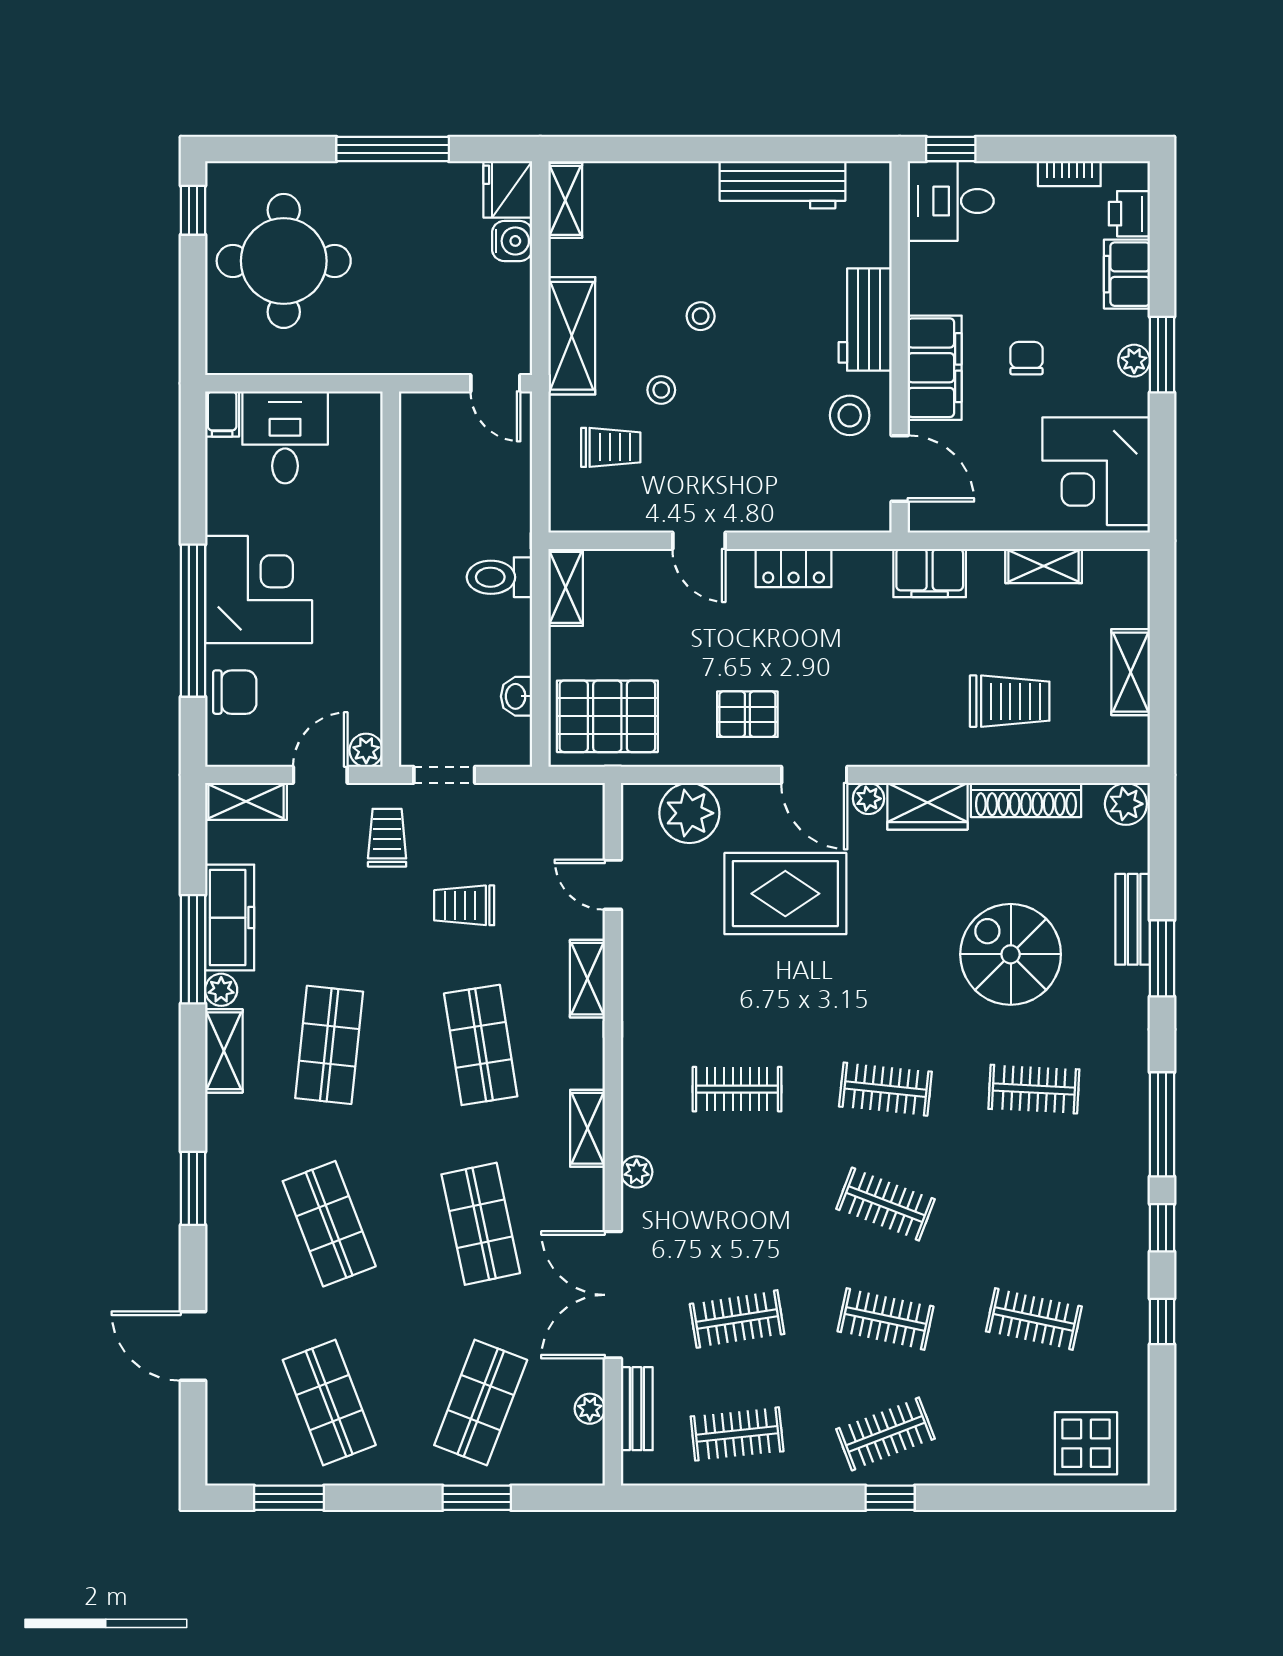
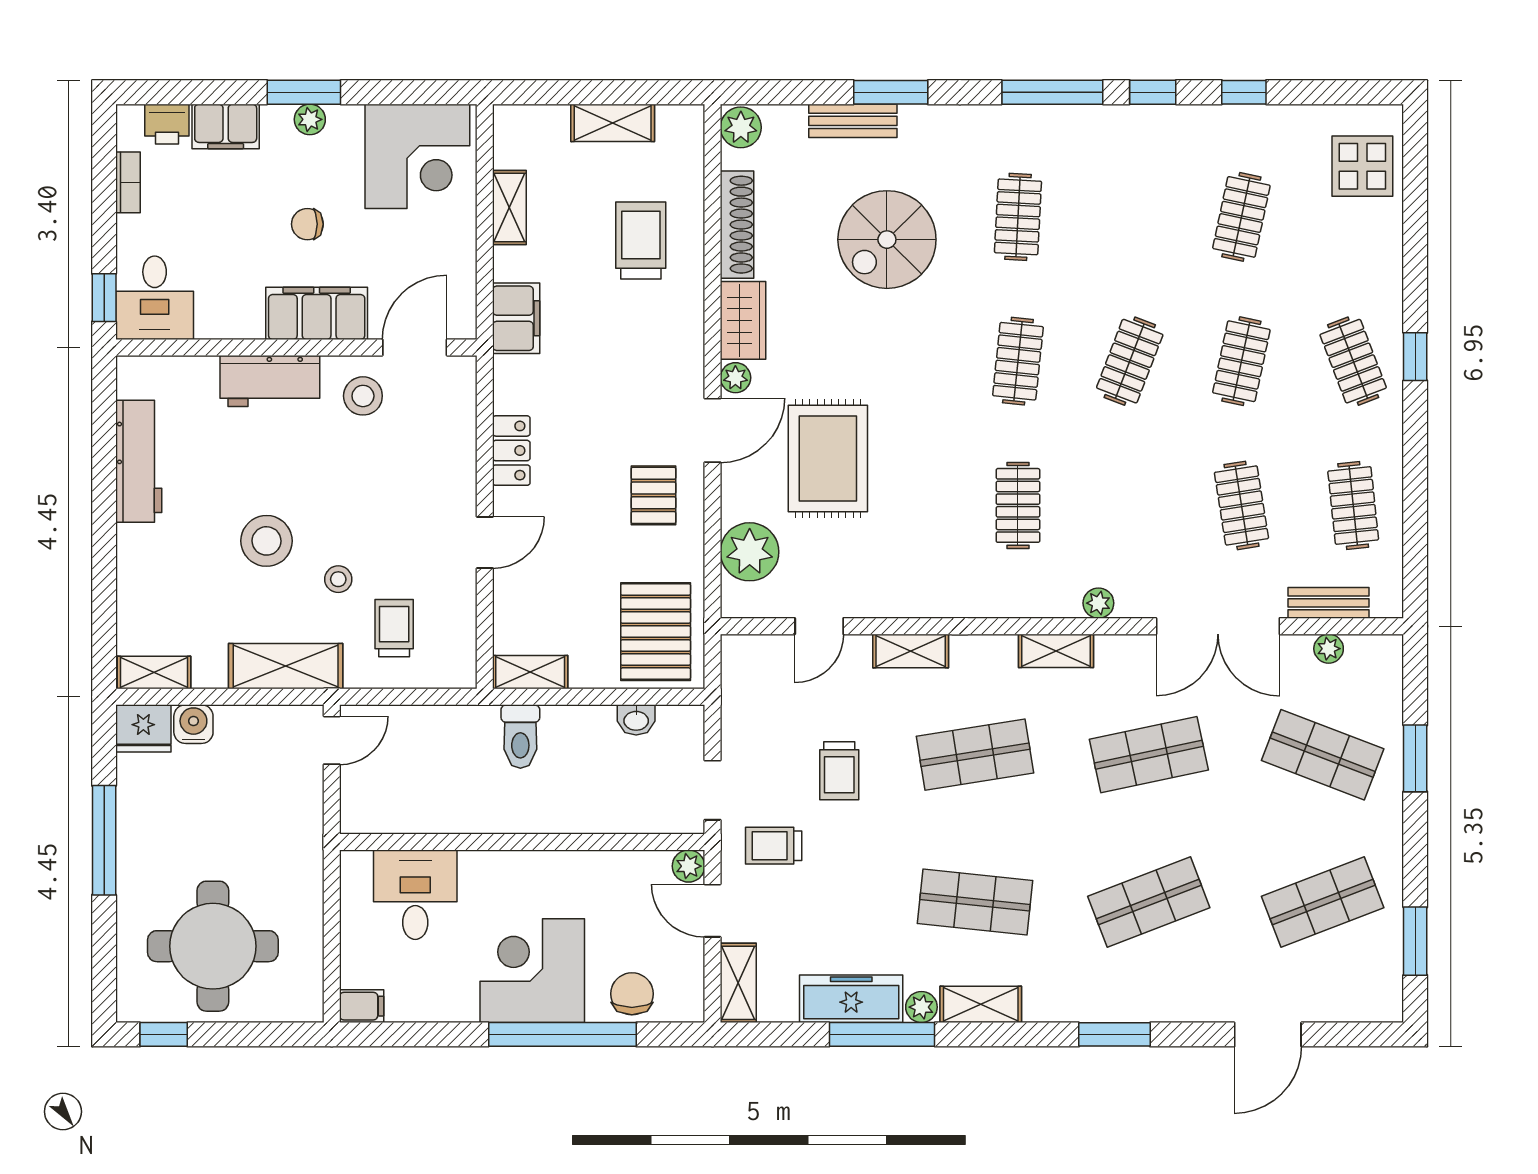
stool: (701, 316) -> (267, 541), width x1.89, depth x1.89
desk: (285, 437) -> (415, 895), moved, turned 90

